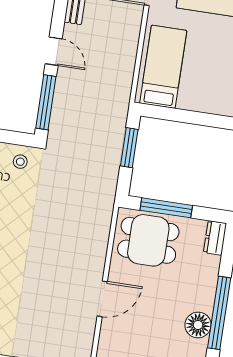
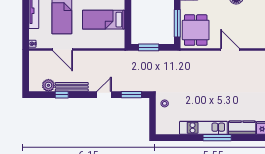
bed: (163, 67) -> (104, 20), moved
window: (46, 102) -> (131, 95), width x0.69

